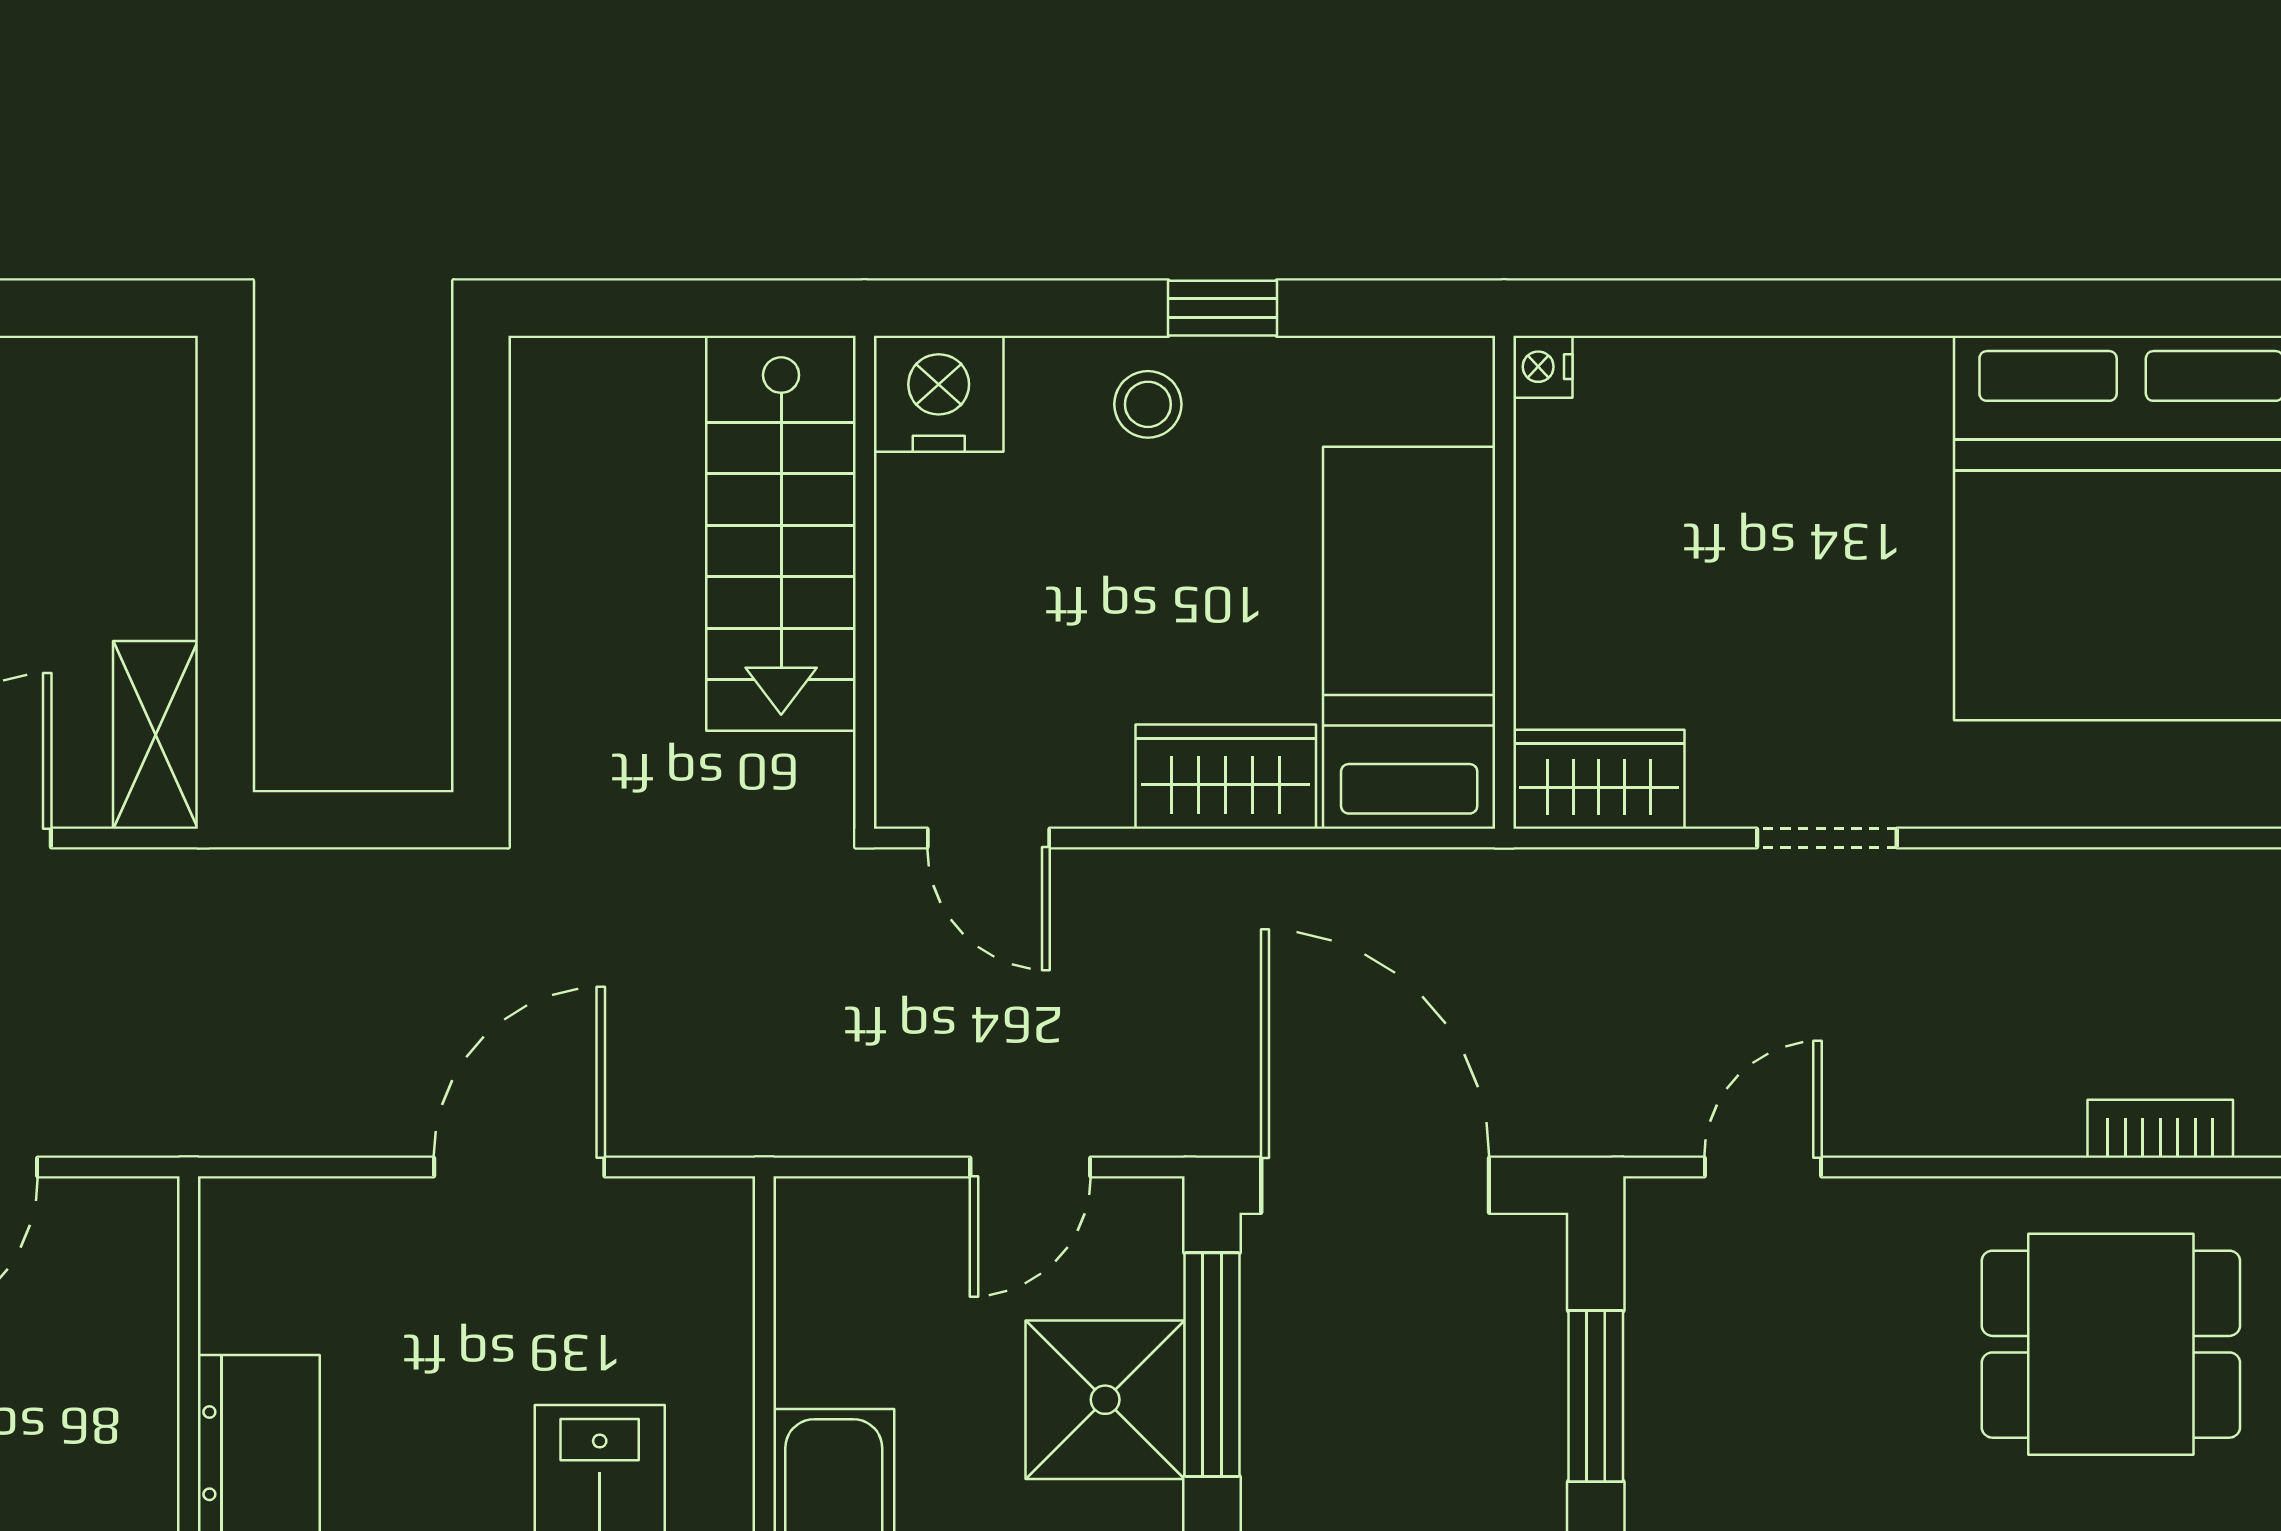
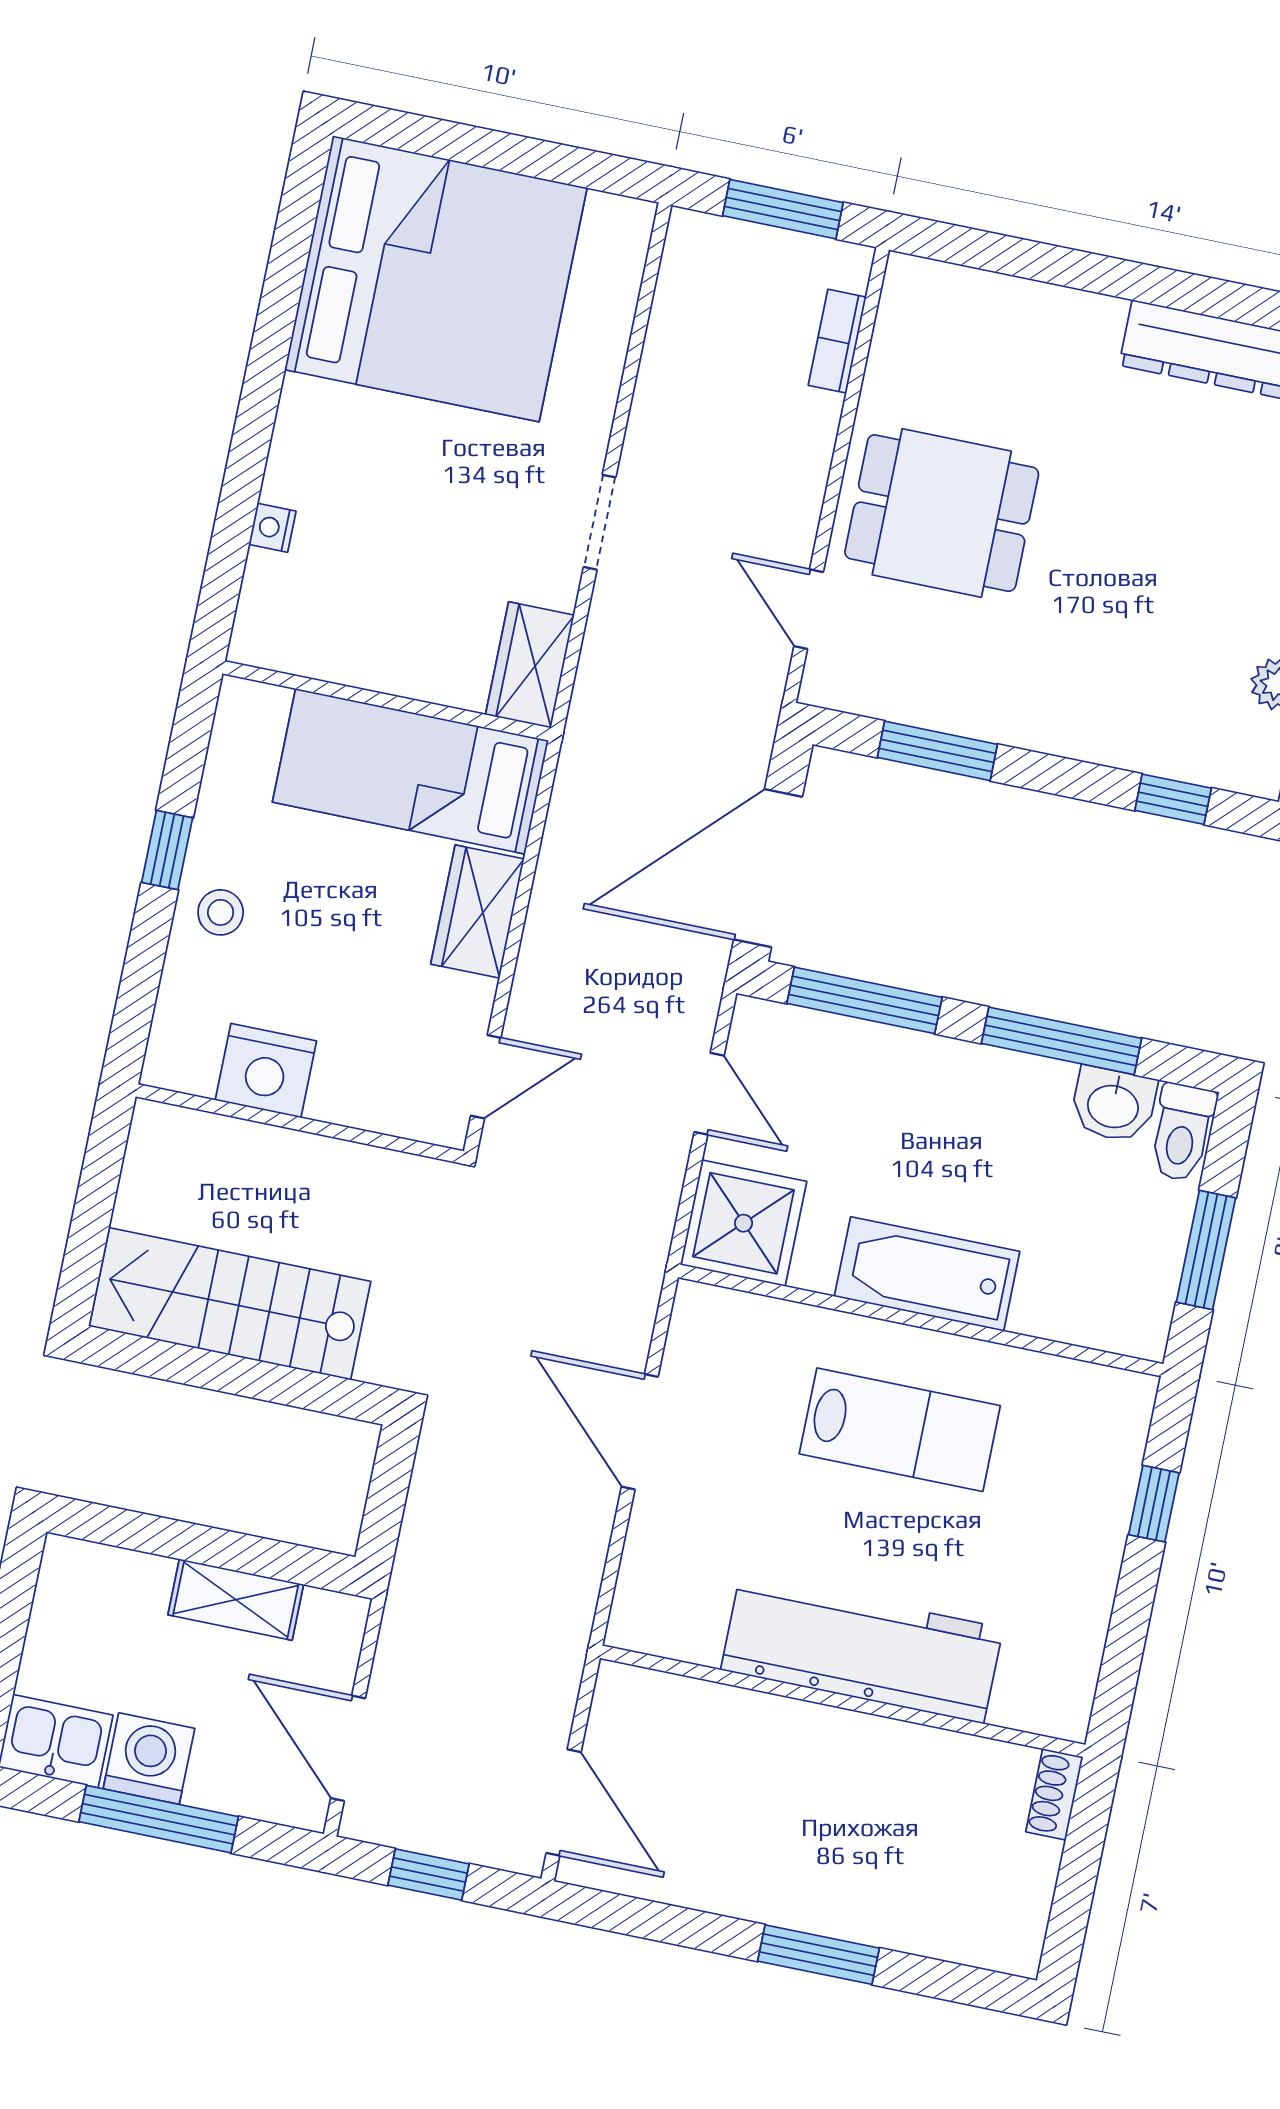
nightstand: (1543, 367) -> (272, 528), moved, turned 90
nightstand: (939, 394) -> (266, 1071), moved, turned -90
stairs: (781, 533) -> (230, 1304), moved, turned 180
shelving: (156, 735) -> (236, 1600), moved
dining table: (2111, 1344) -> (942, 513), moved, turned 90
shower: (1105, 1400) -> (744, 1223), moved

